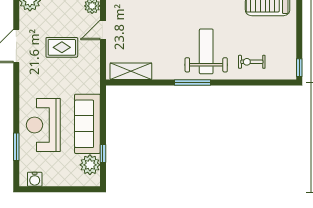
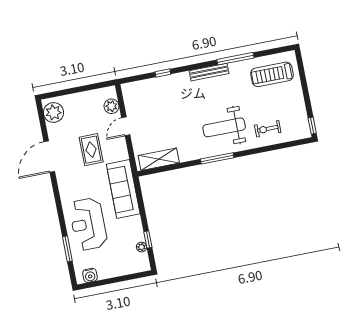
rug: (62, 47) -> (91, 150), turned 90
weight bench: (206, 51) -> (224, 127), turned -90
sofa: (87, 124) -> (123, 189), moved
plant: (90, 165) -> (141, 247), width x0.53, depth x0.53

